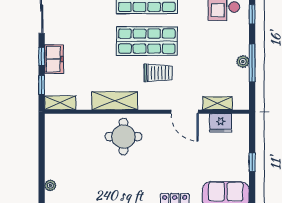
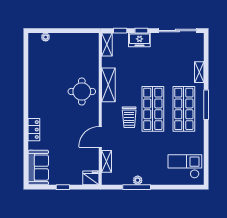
window: (252, 14) -> (173, 187), removed
fridge: (221, 123) -> (91, 178), moved, turned 90

